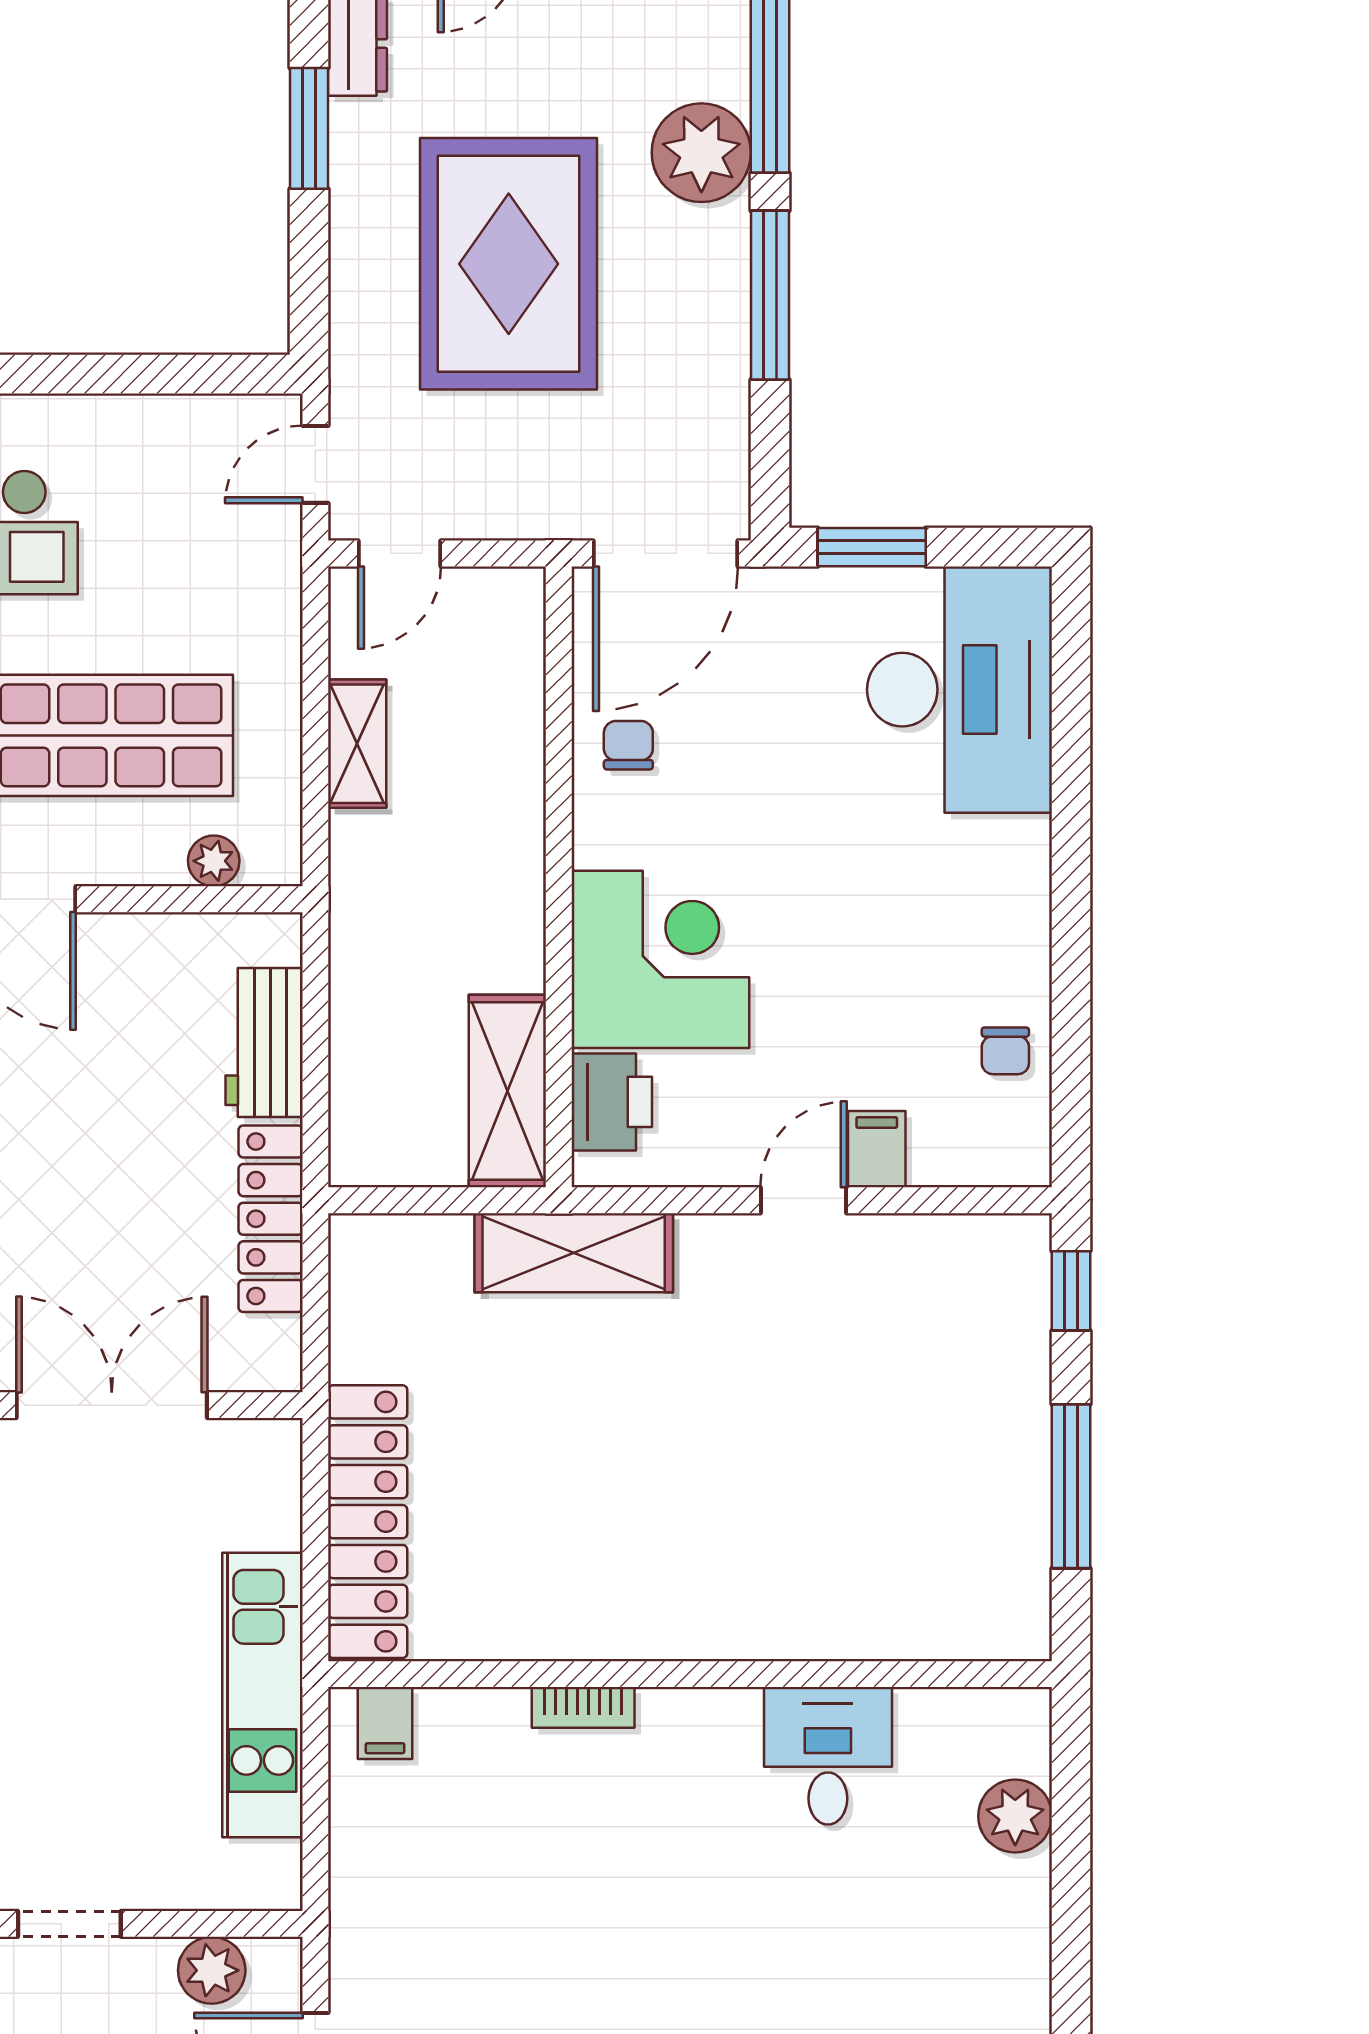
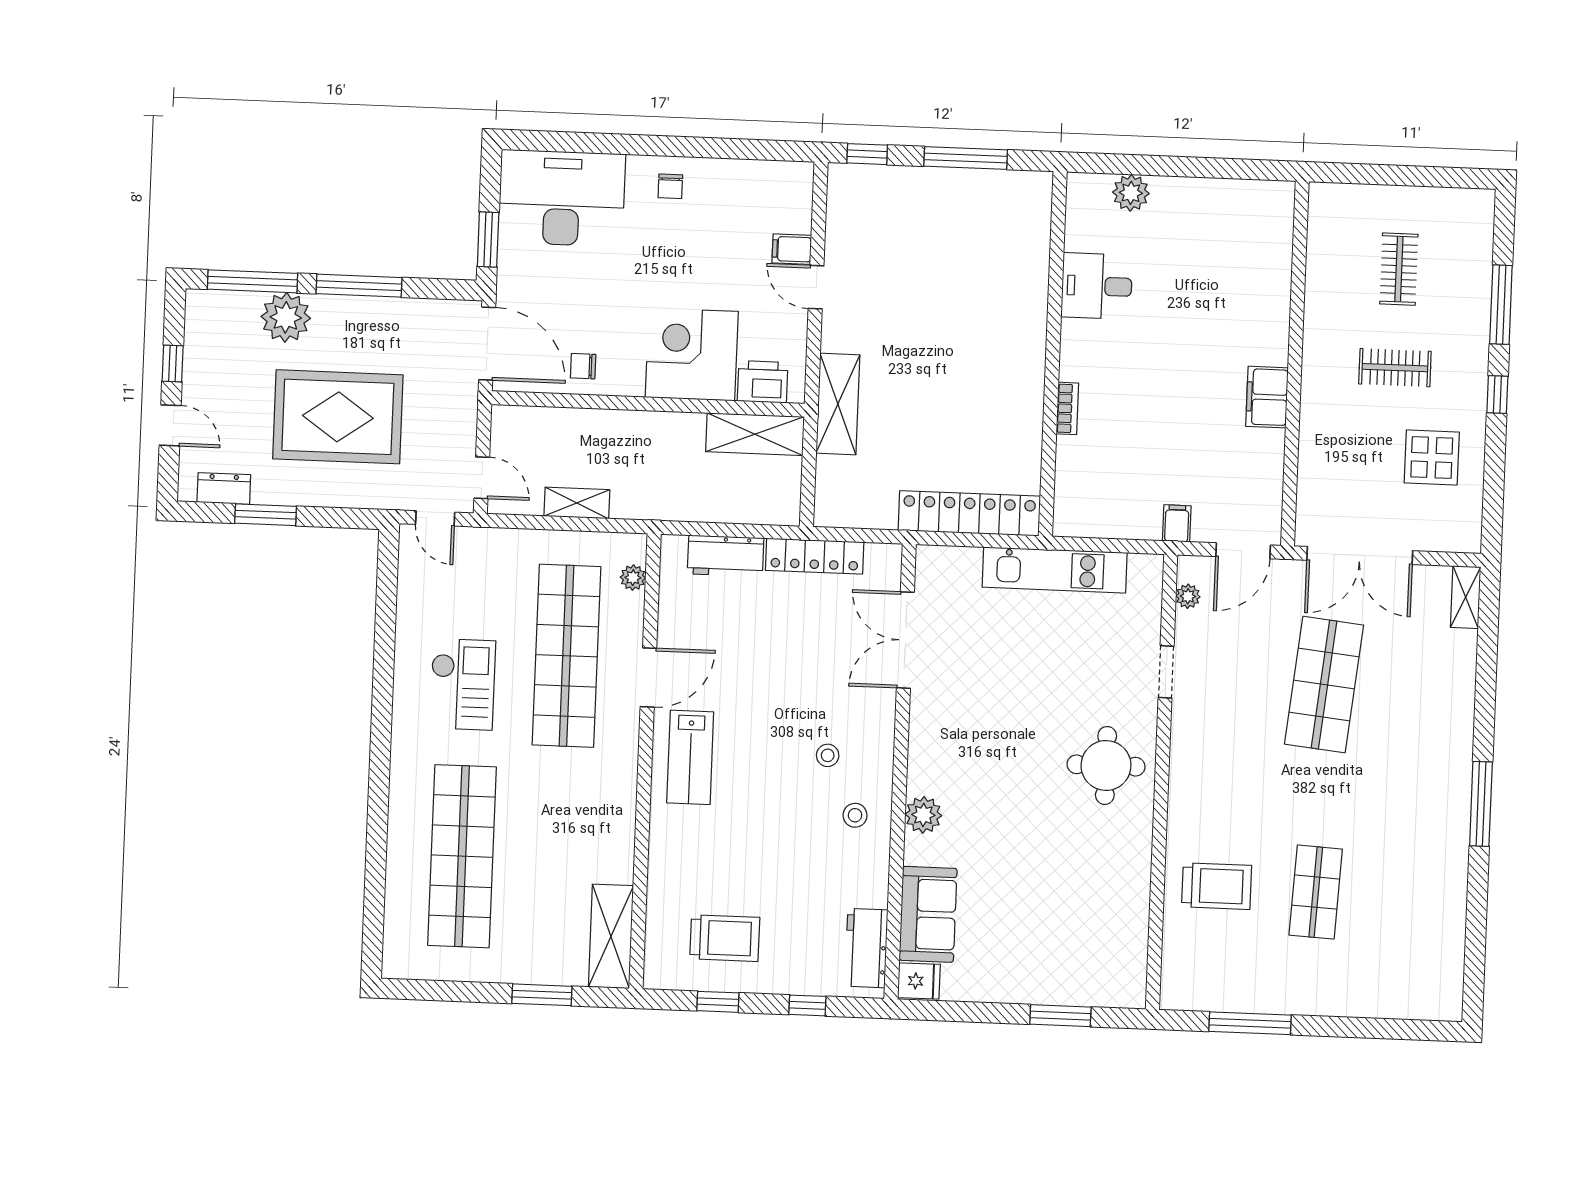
chair: (1005, 1051) -> (670, 186), moved, turned 90
filing cabinet: (385, 1723) -> (1177, 523), moved, turned -90
plant: (212, 1970) -> (1188, 596), width x0.73, depth x0.73

